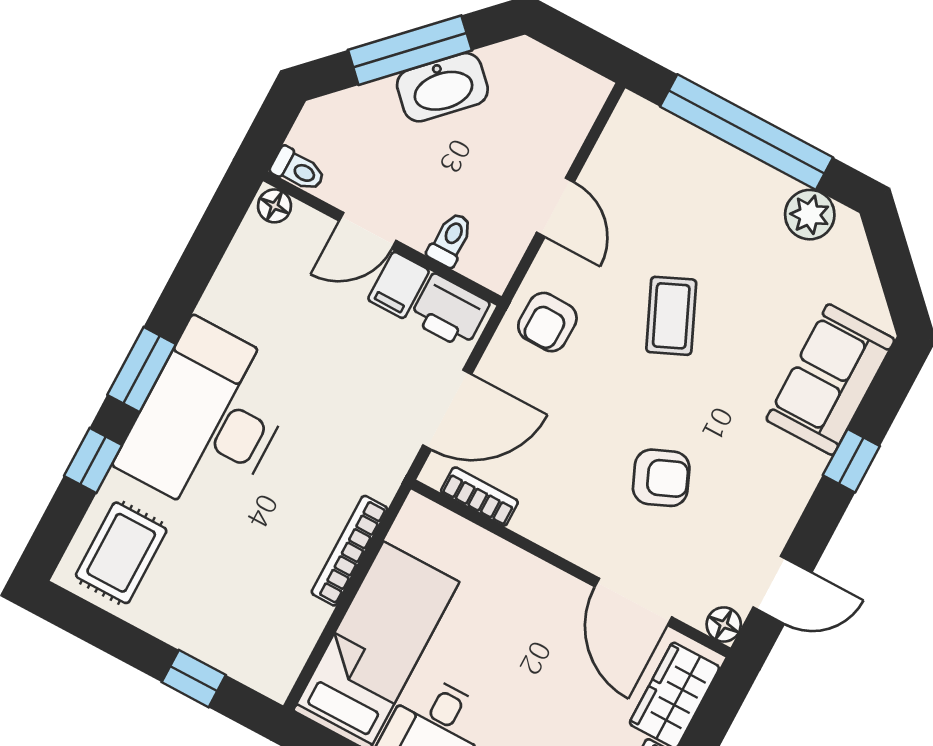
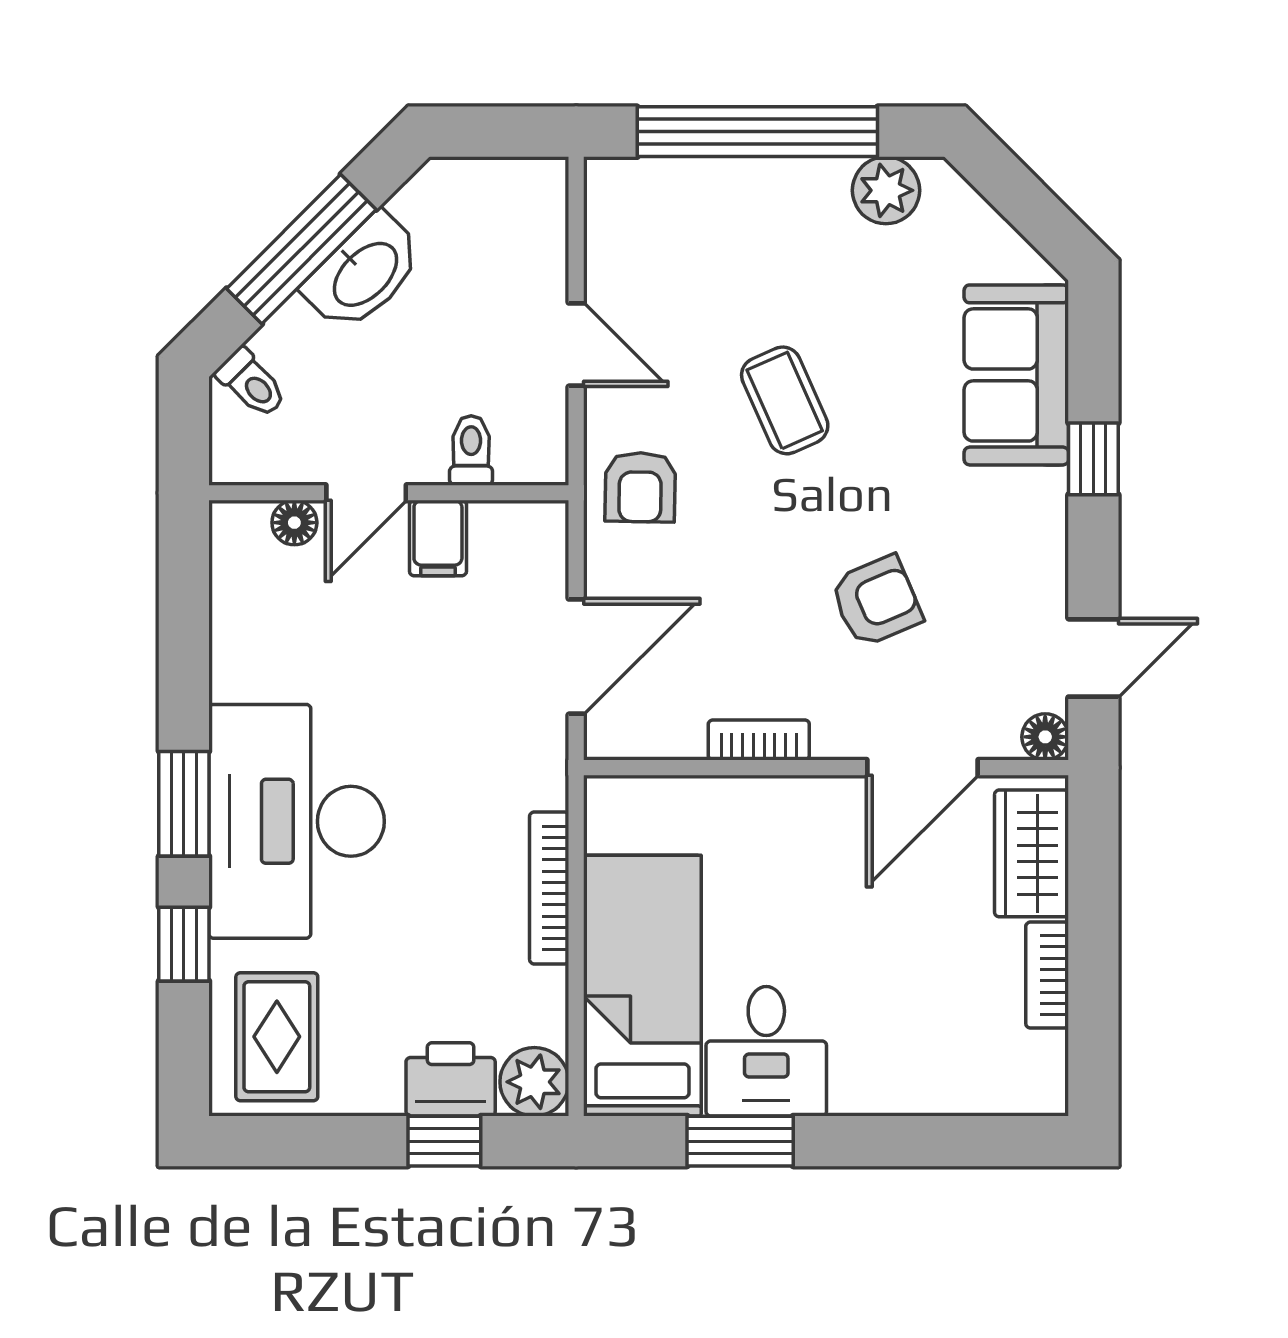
toilet: (298, 170) -> (252, 383), moved, turned 45
floor lamp: (274, 206) -> (294, 523), moved
printer: (449, 311) -> (451, 1079), moved, turned 180
bookcase: (479, 497) -> (759, 740), moved
door: (633, 602) -> (923, 768), hinge flipped
plant: (273, 671) -> (534, 1082), added

